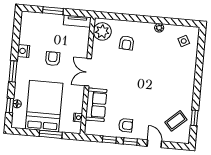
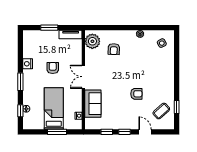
bed: (44, 106) -> (54, 109), width x0.67
armchair: (126, 125) -> (136, 94), moved

